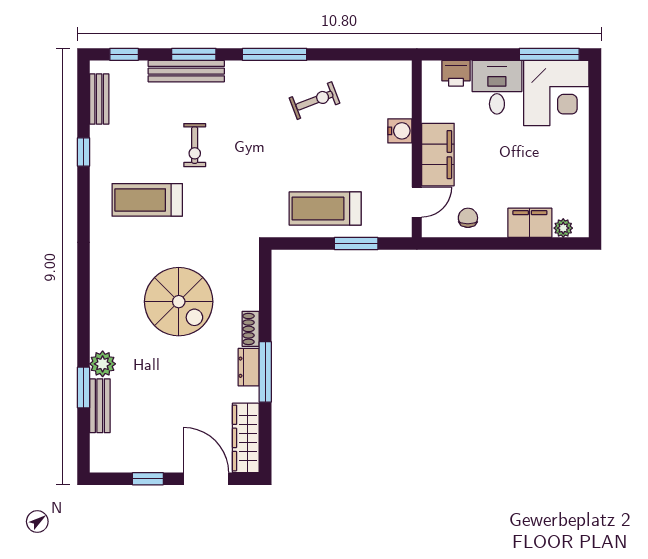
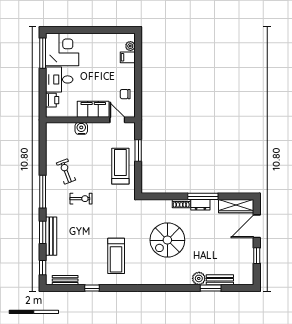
exercise bike: (195, 145) -> (81, 199), moved
treadmill: (325, 208) -> (120, 166), turned 180
filing cabinet: (530, 223) -> (128, 57), width x0.50
spiral stairs: (179, 302) -> (167, 240), turned 180

